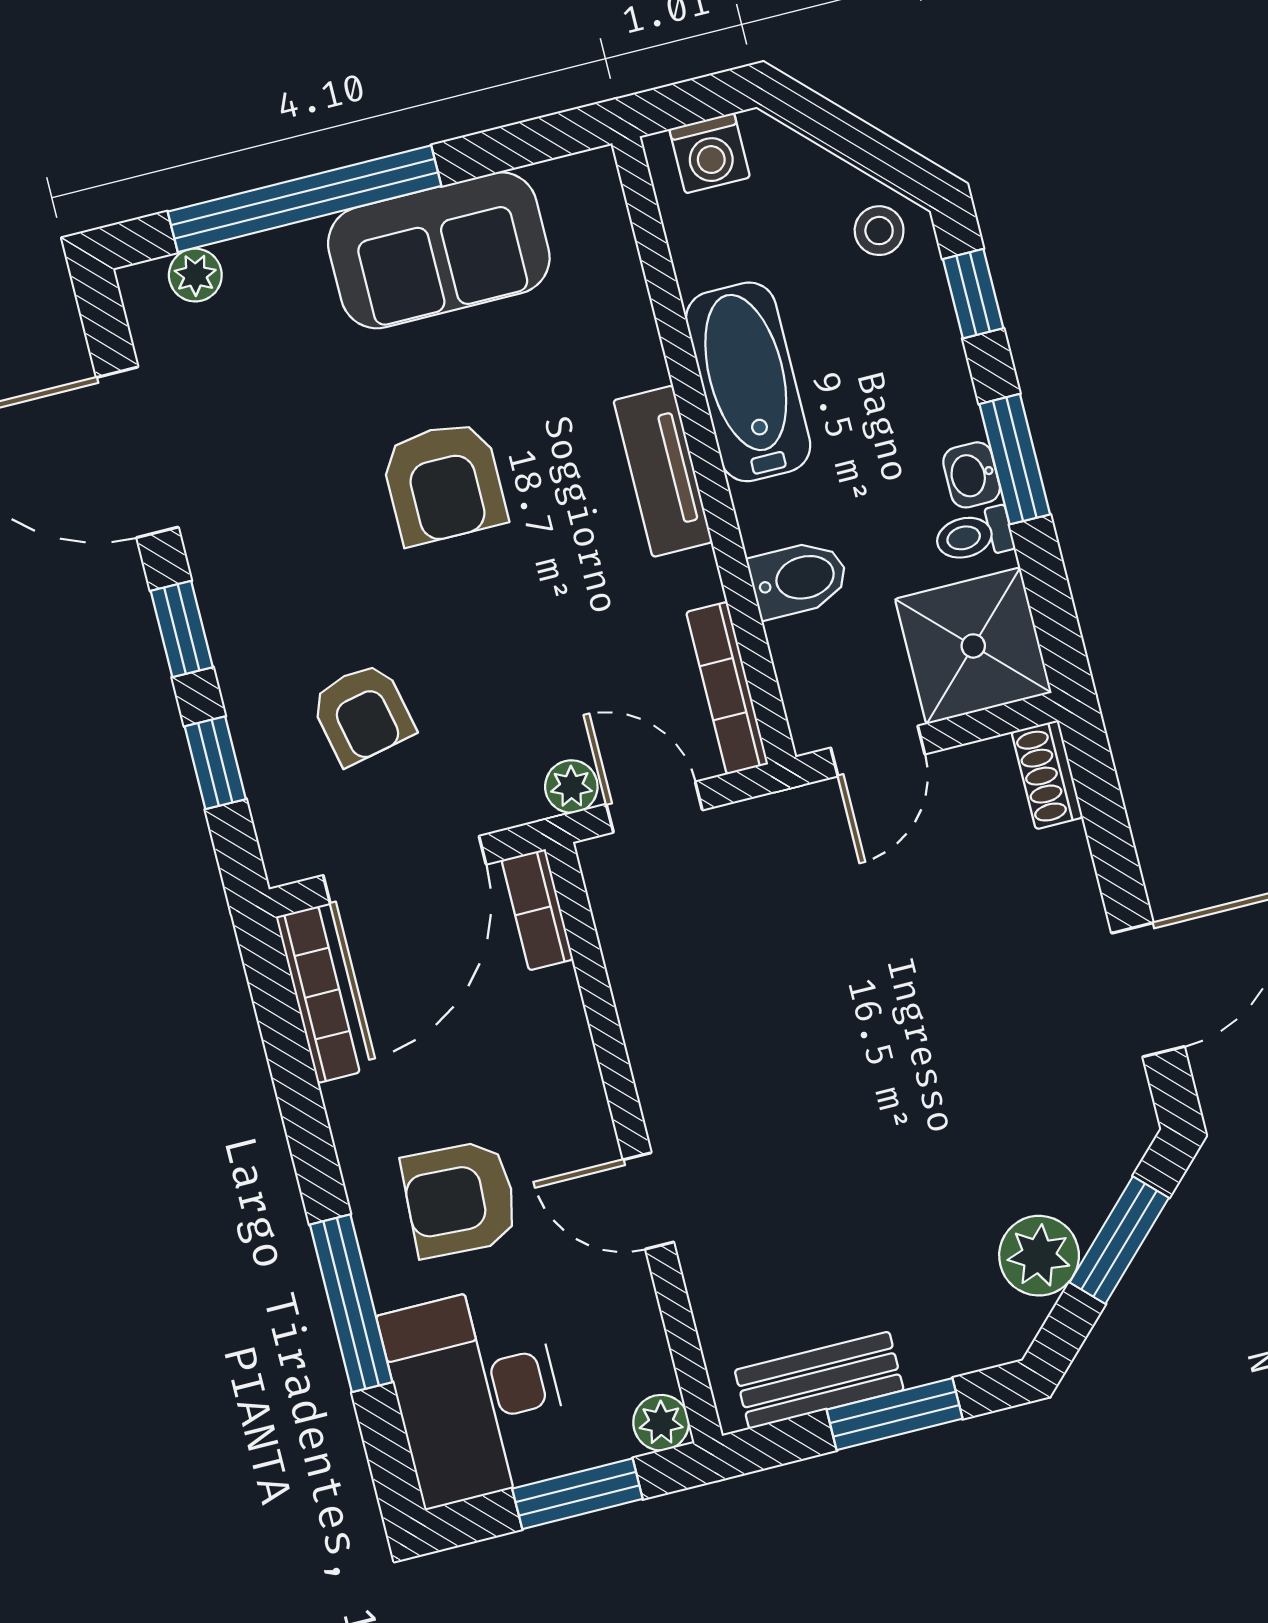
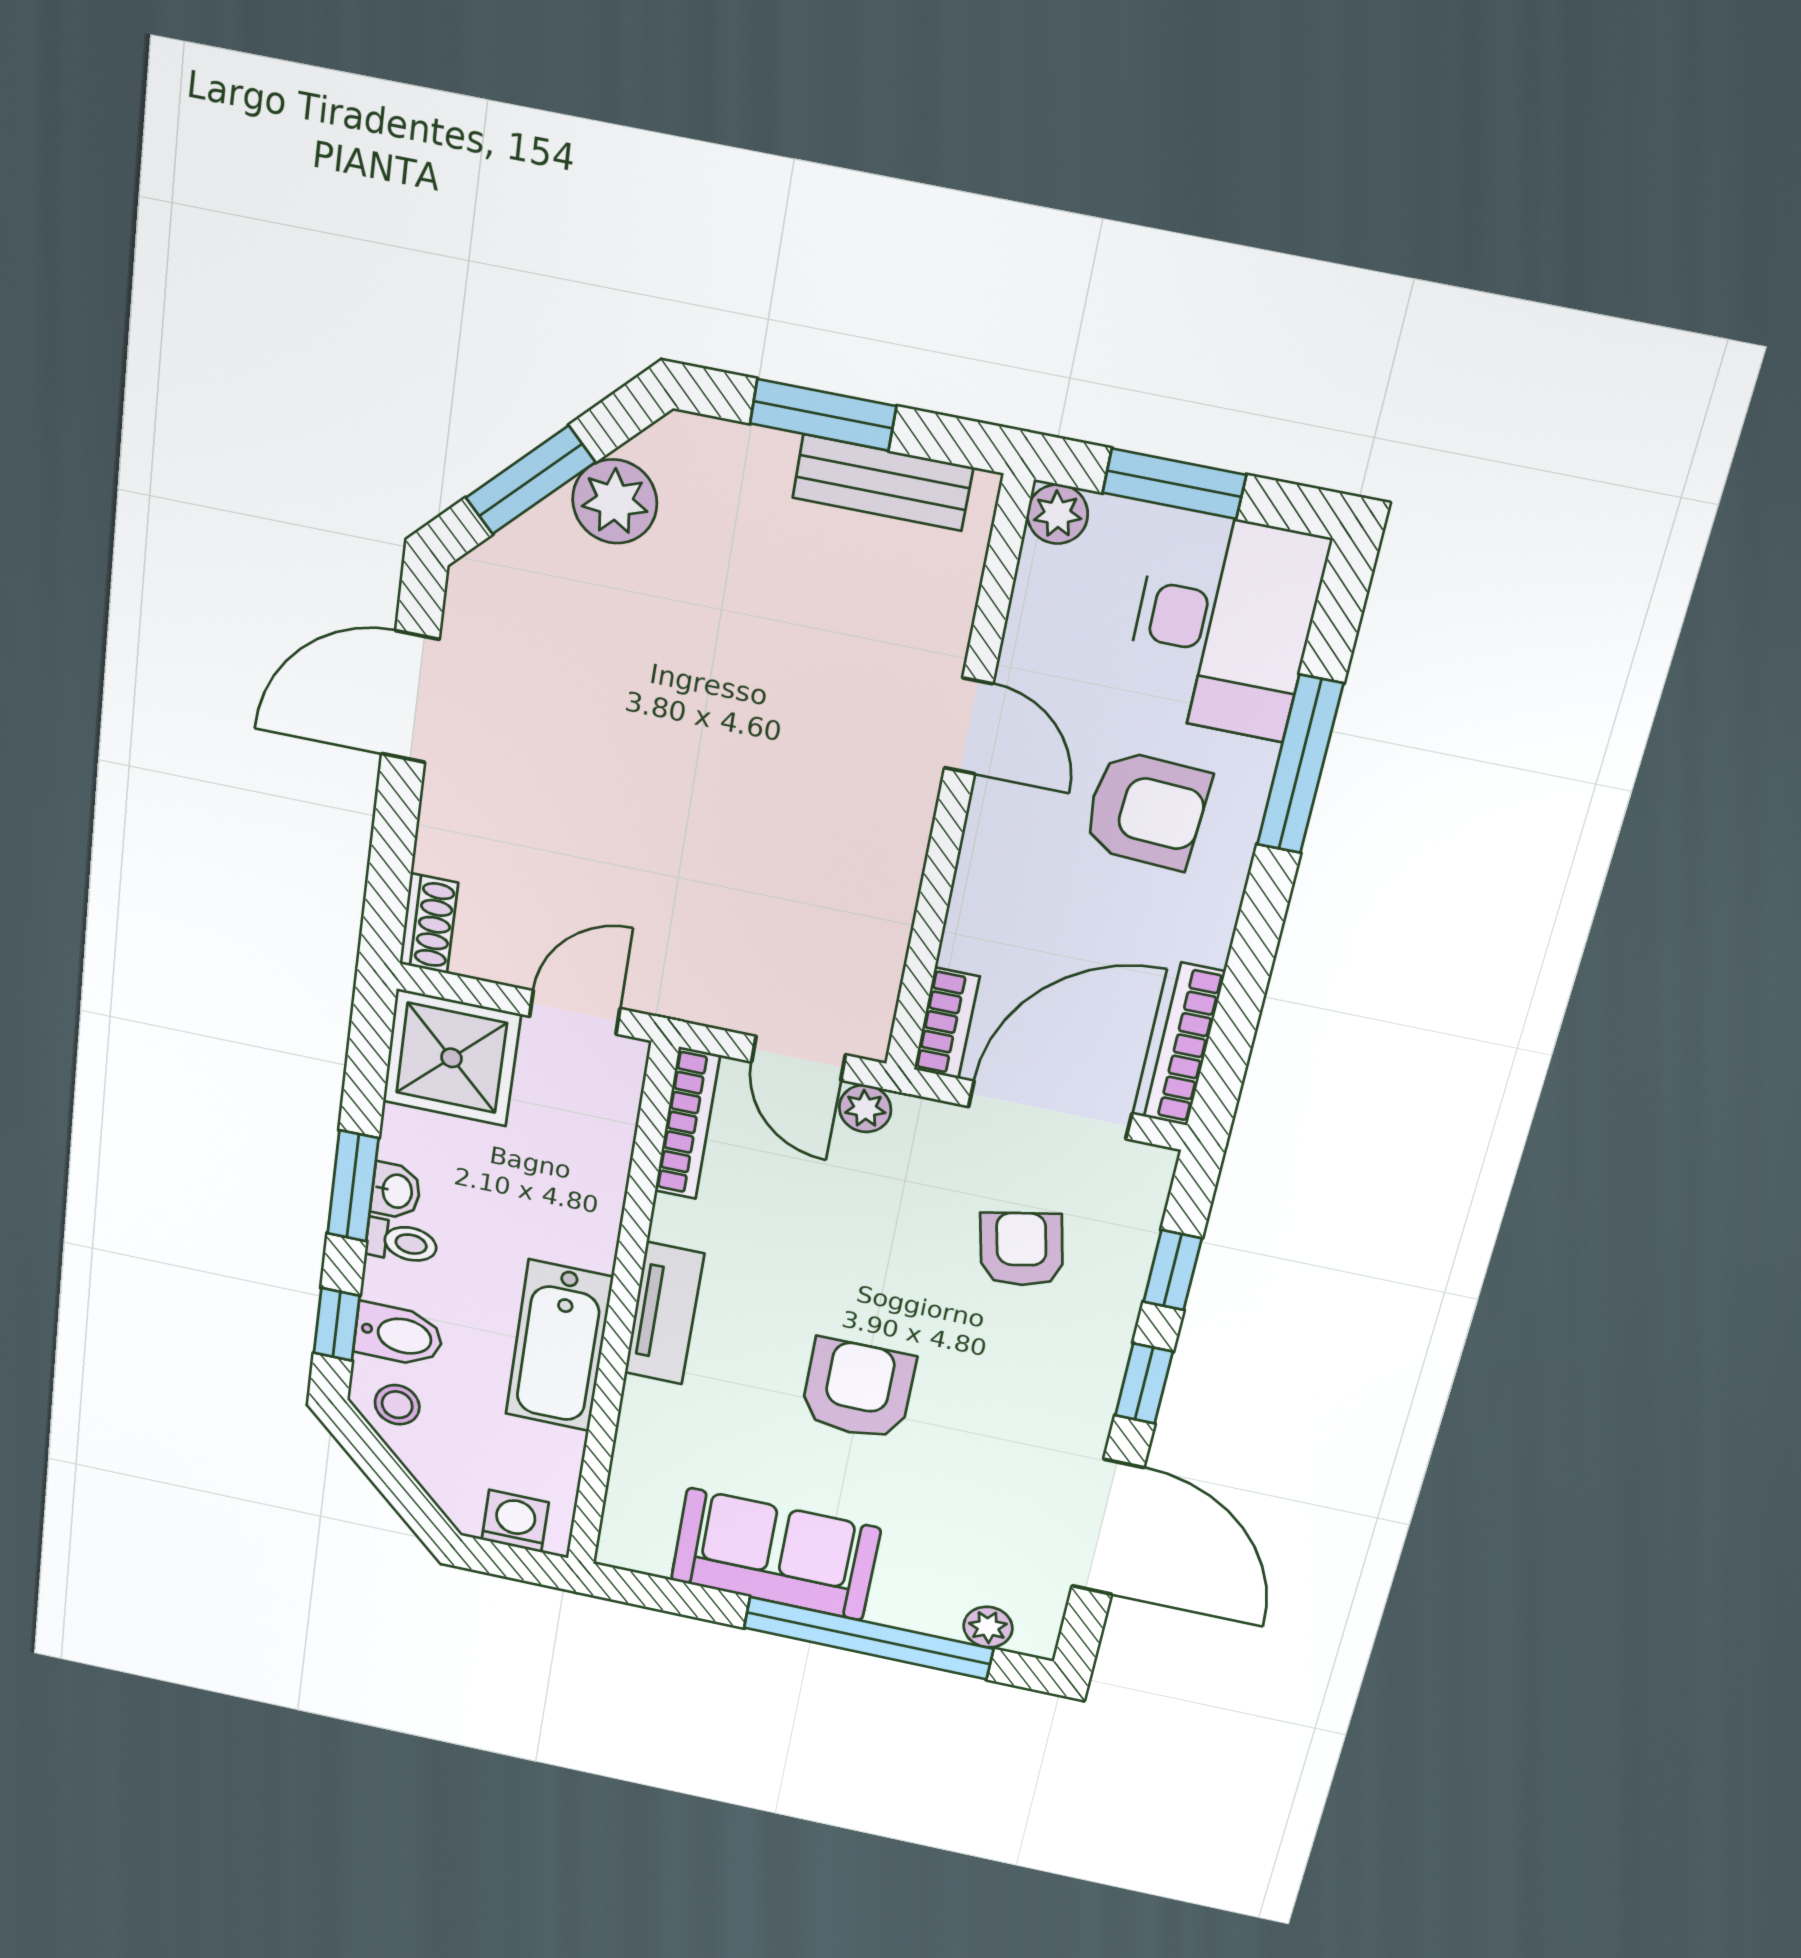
toilet: (974, 535) -> (401, 1242), moved
bidet: (799, 579) -> (399, 1335), moved, turned 180

